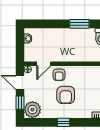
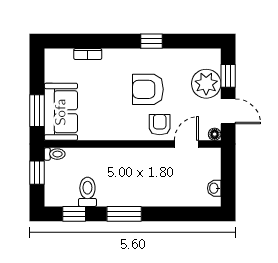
armchair: (66, 95) -> (148, 89), turned -90
plant: (32, 110) -> (206, 84), moved

